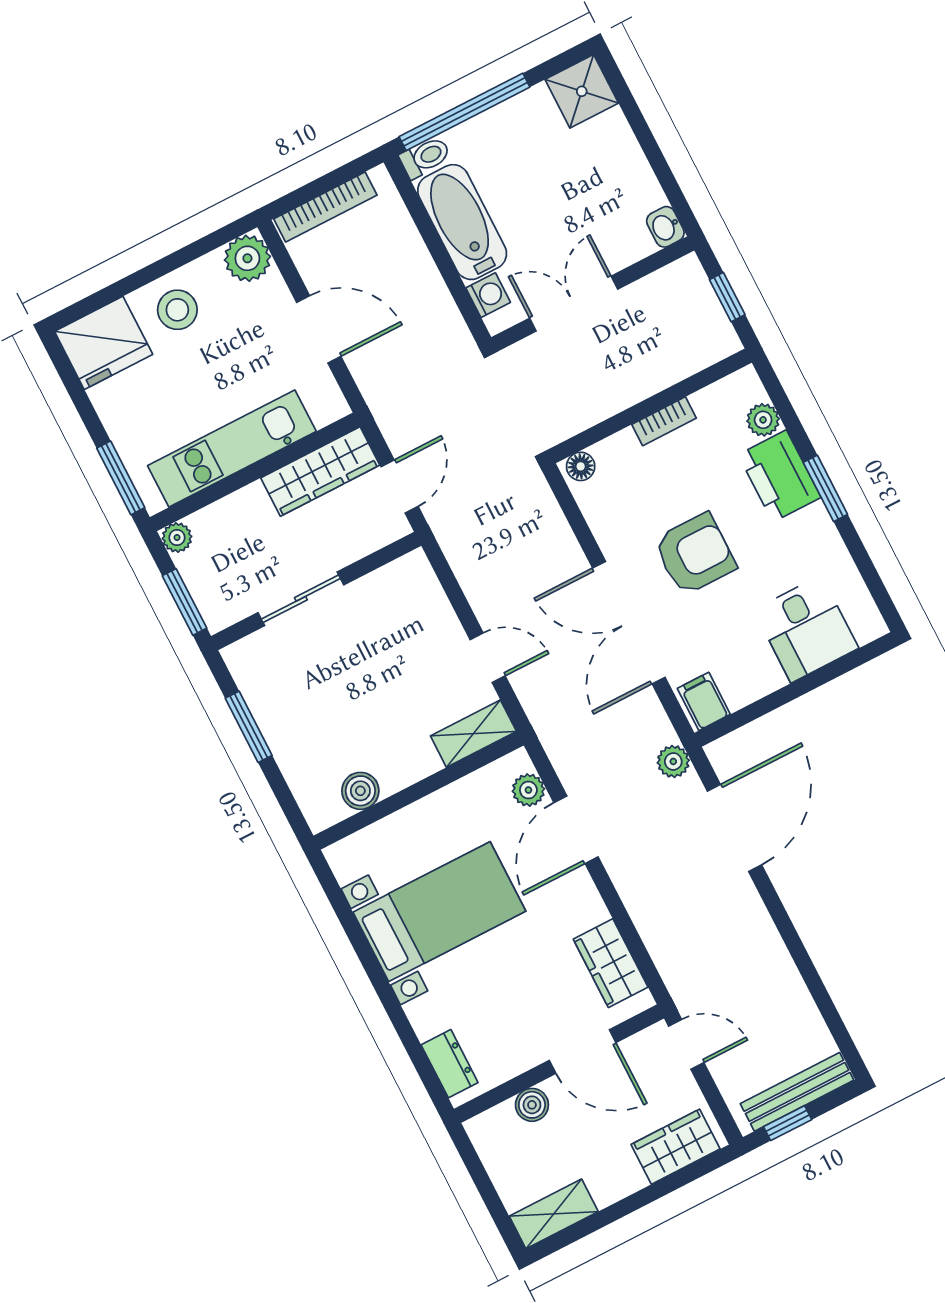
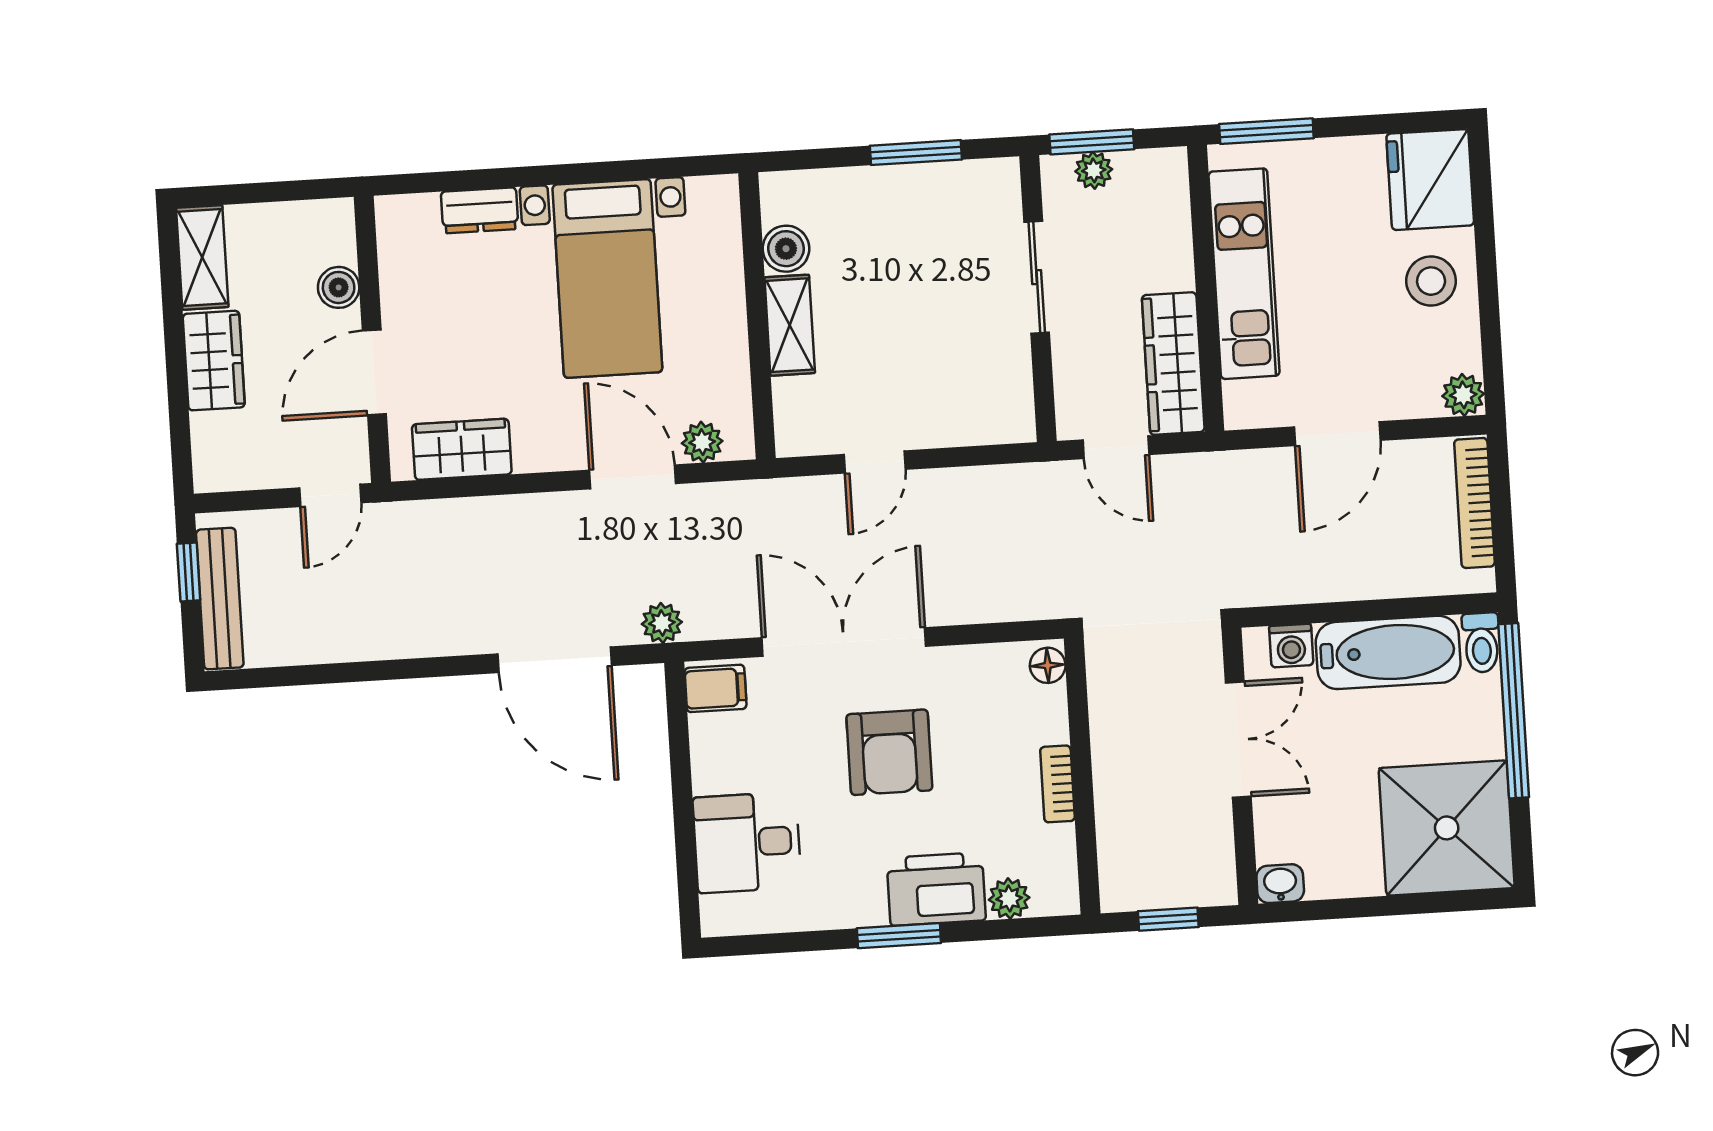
shower: (582, 91) -> (1447, 828), width x1.86, depth x1.86
plant: (247, 258) -> (1463, 395), width x0.73, depth x0.73
plant: (177, 537) -> (1094, 170), moved
shelving: (473, 734) -> (790, 325), moved
dresser: (450, 1064) -> (480, 210), moved
wardrobe: (676, 1147) -> (214, 361), moved

